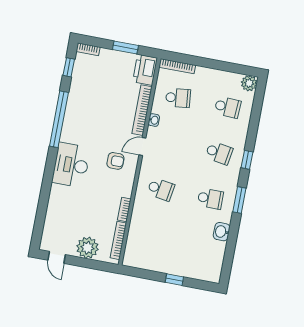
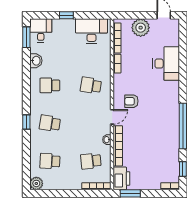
window: (125, 47) -> (130, 193), moved
desk: (71, 165) -> (166, 64), moved
window: (239, 200) -> (26, 37), moved
desk: (148, 255) -> (91, 31), added
desk: (209, 267) -> (41, 30), added

